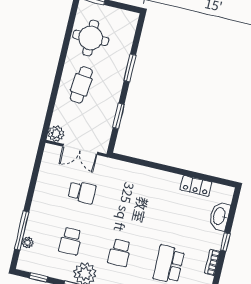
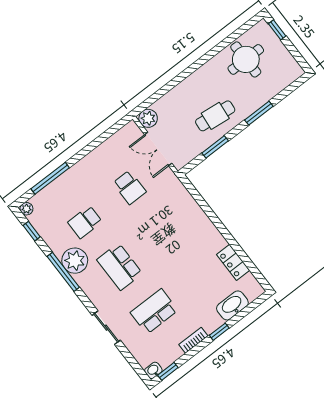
cafe table: (81, 85) -> (215, 116), moved
plant: (28, 242) -> (26, 209), moved
school desk: (120, 253) -> (120, 267), width x1.85

